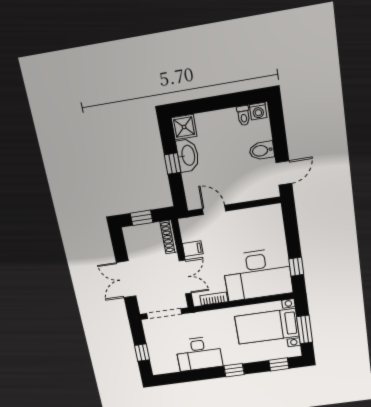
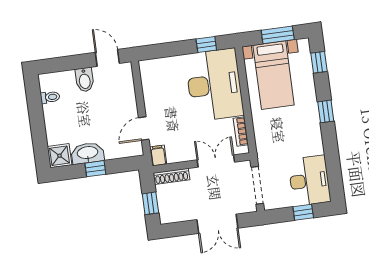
washing machine: (258, 111) -> (46, 83), removed
filing cabinet: (193, 249) -> (158, 155), moved
desk: (199, 354) -> (309, 181), moved

